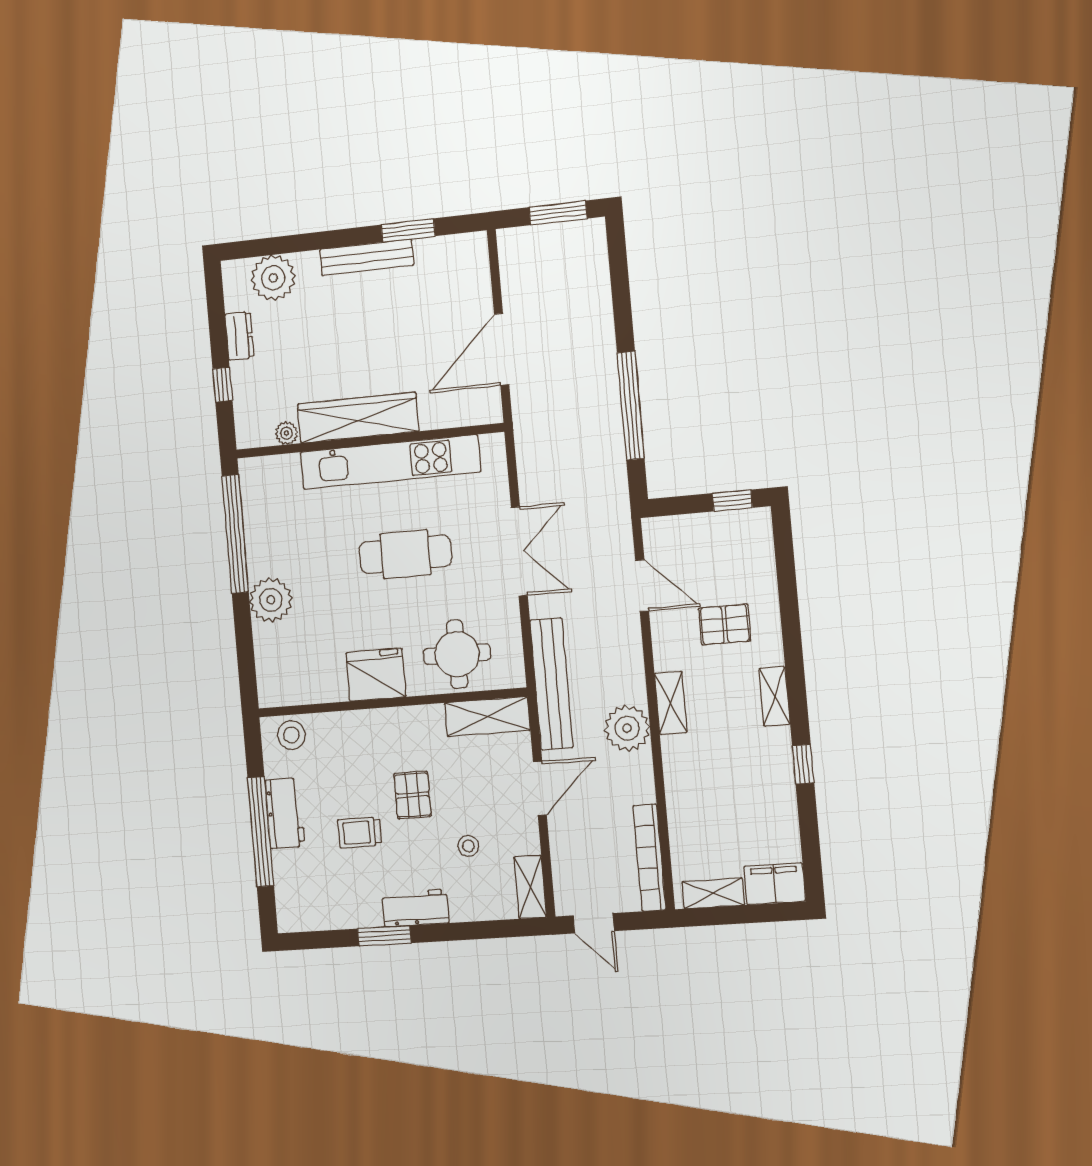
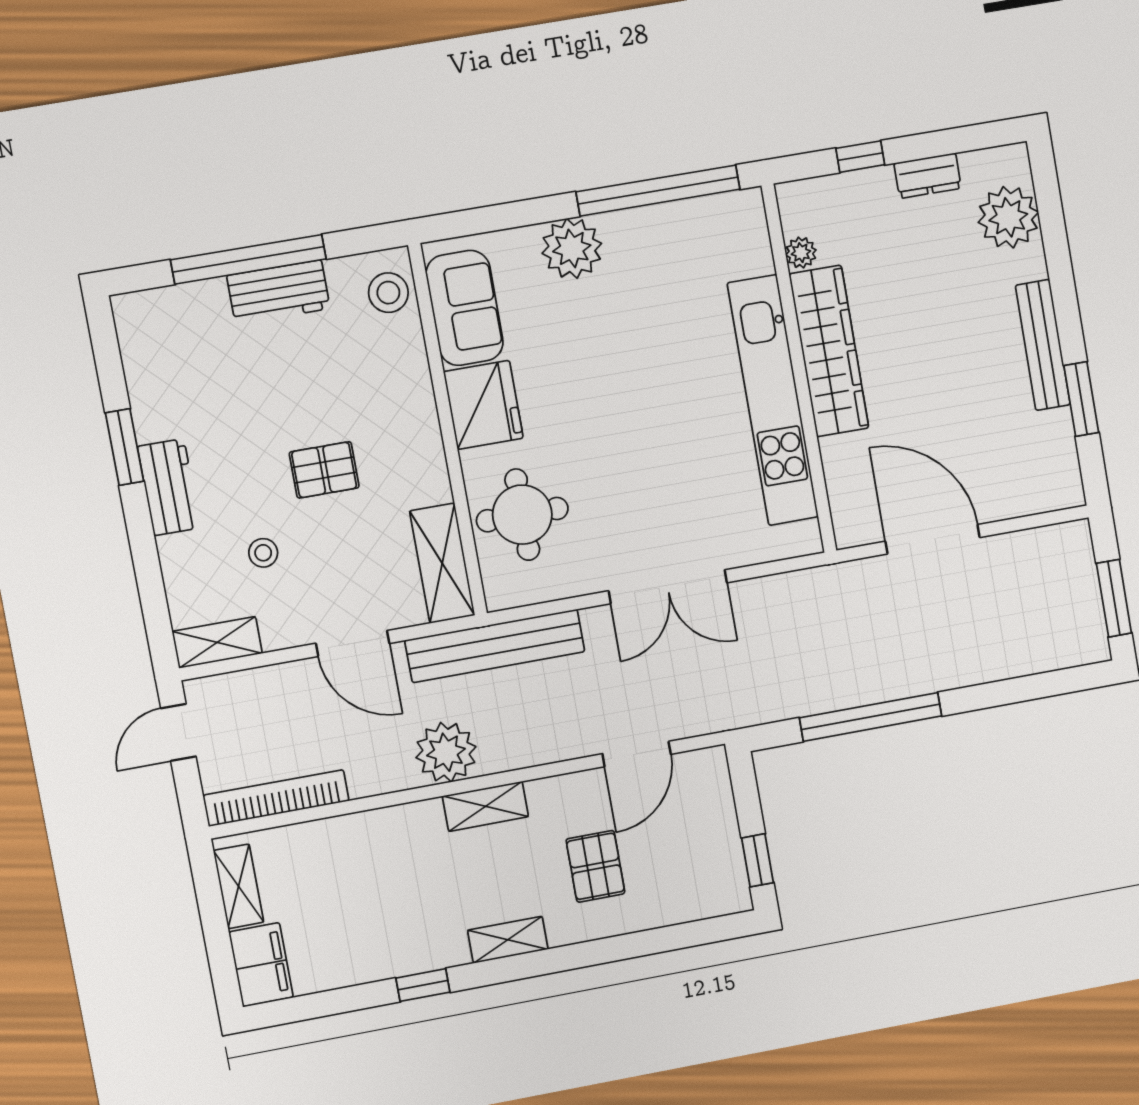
cafe table: (405, 554) -> (651, 432), removed
sofa: (306, 681) -> (465, 308), added
trolley: (359, 833) -> (264, 400), removed

